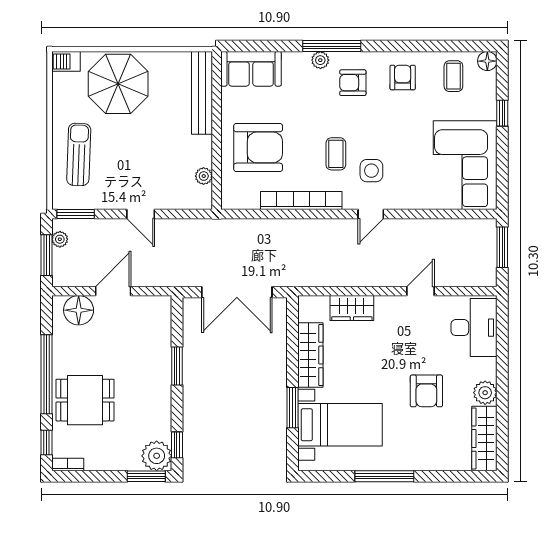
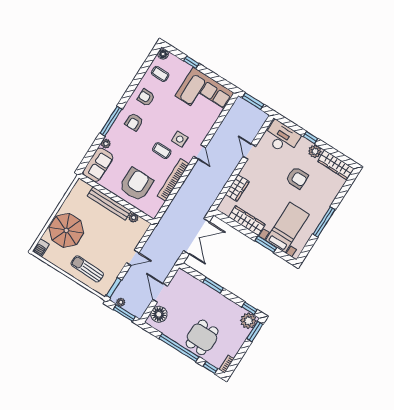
plant: (320, 60) -> (106, 144), moved
bench: (202, 93) -> (109, 203), moved
window: (502, 372) -> (311, 138), added

